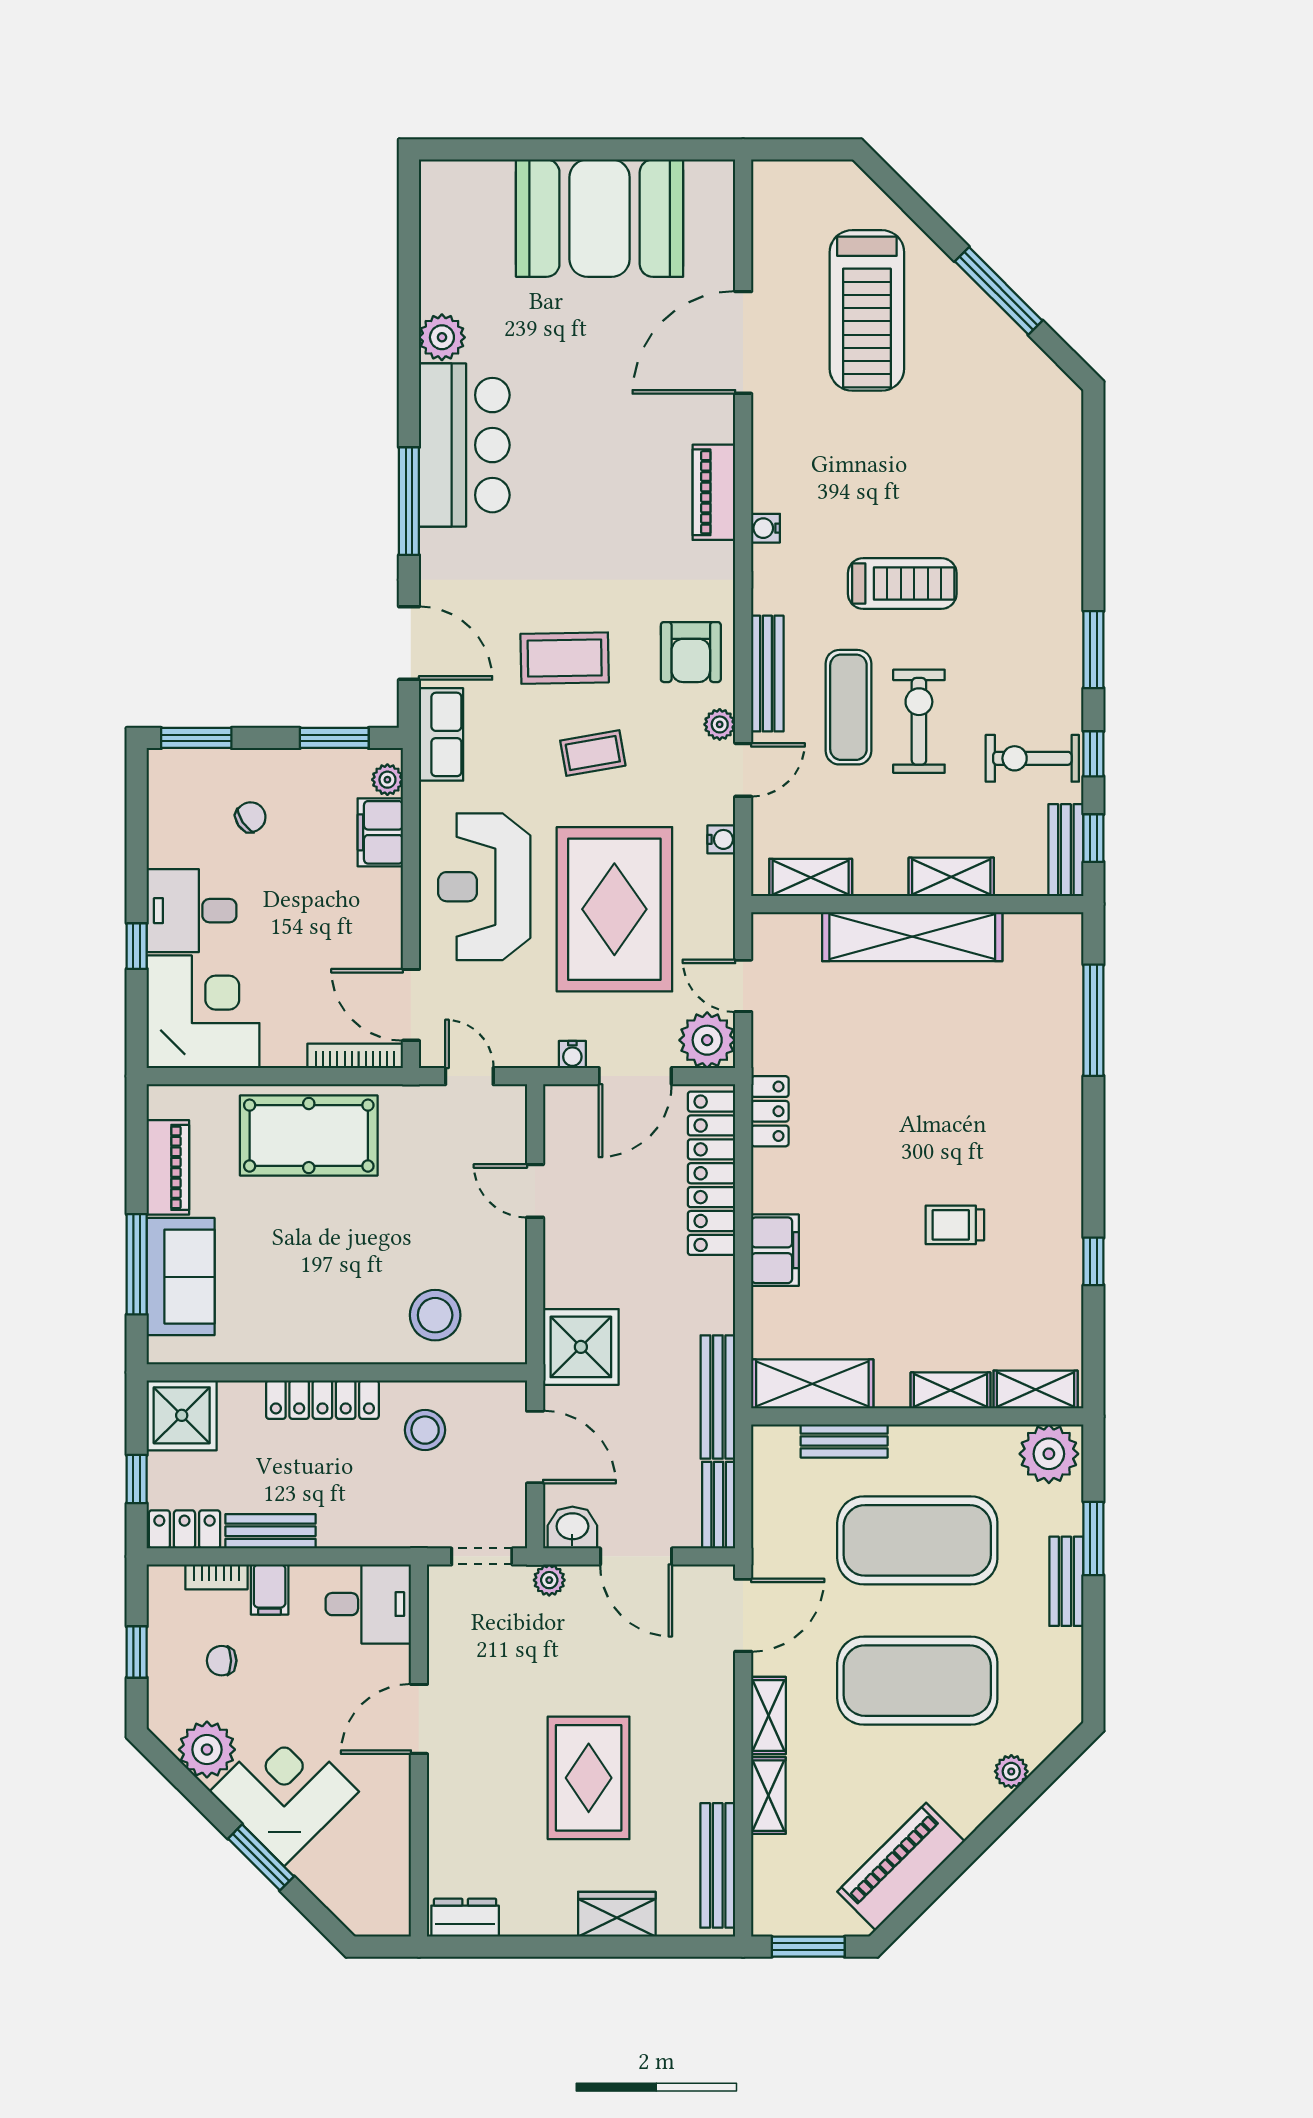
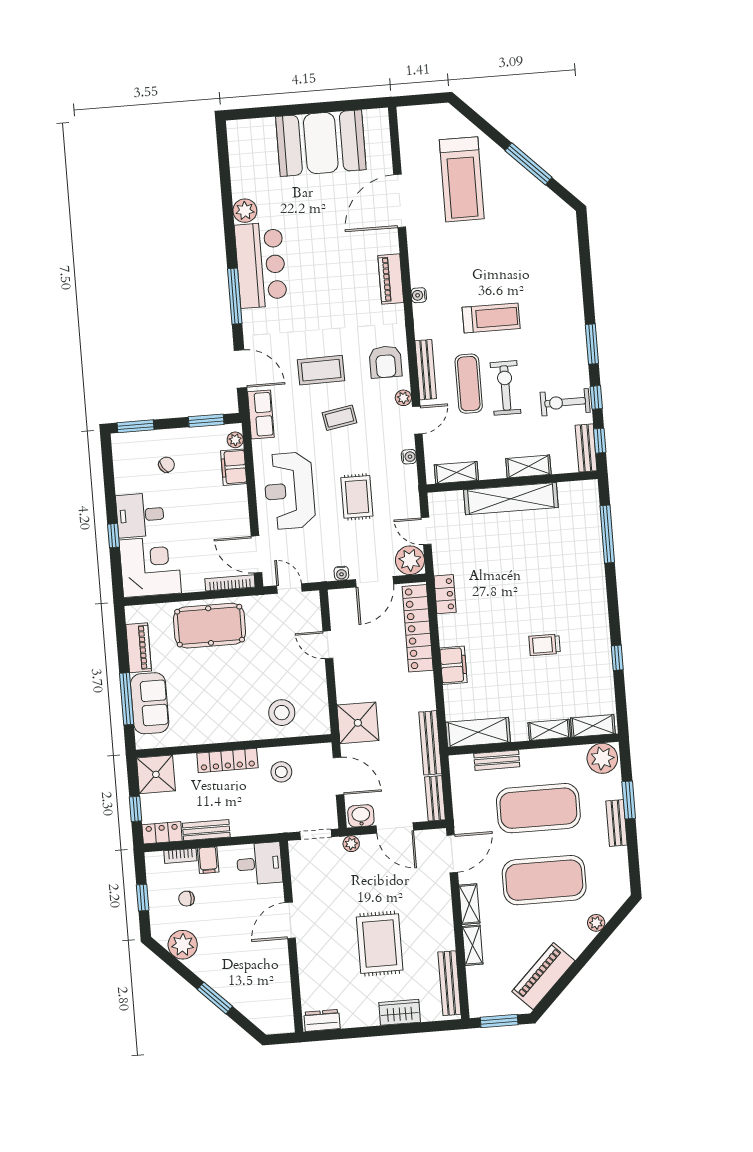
rug: (614, 909) -> (357, 497), width x0.54, depth x0.49
corner desk: (284, 1792) -> (224, 963), removed

